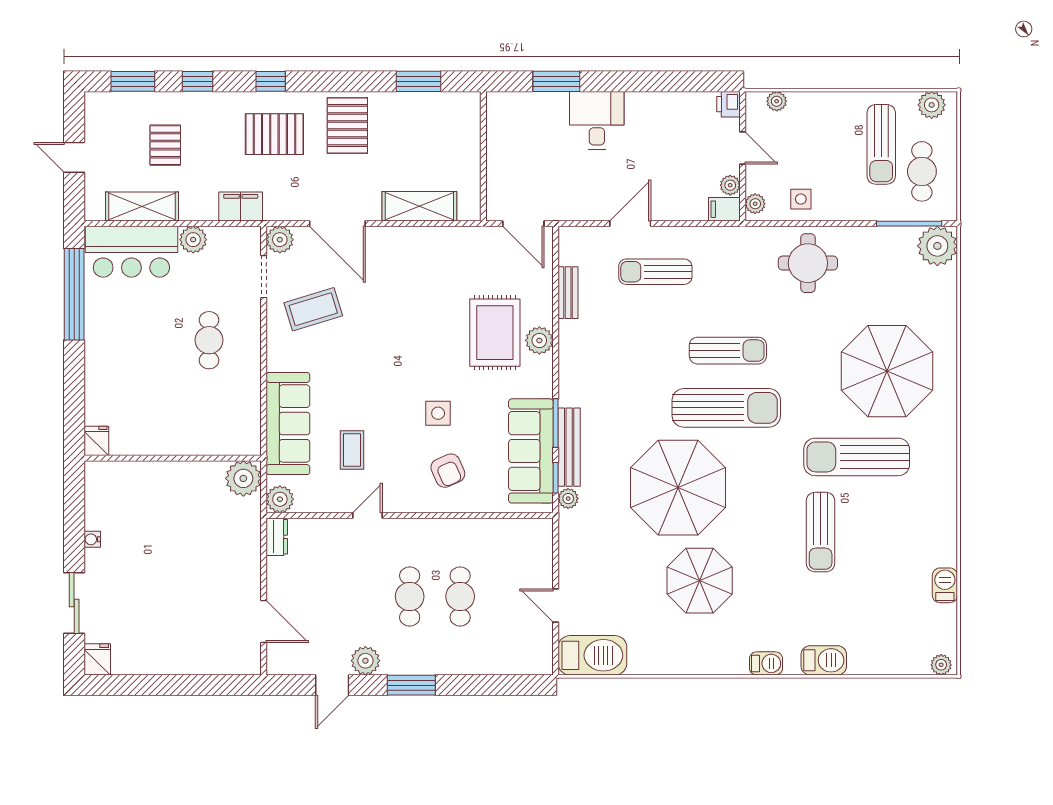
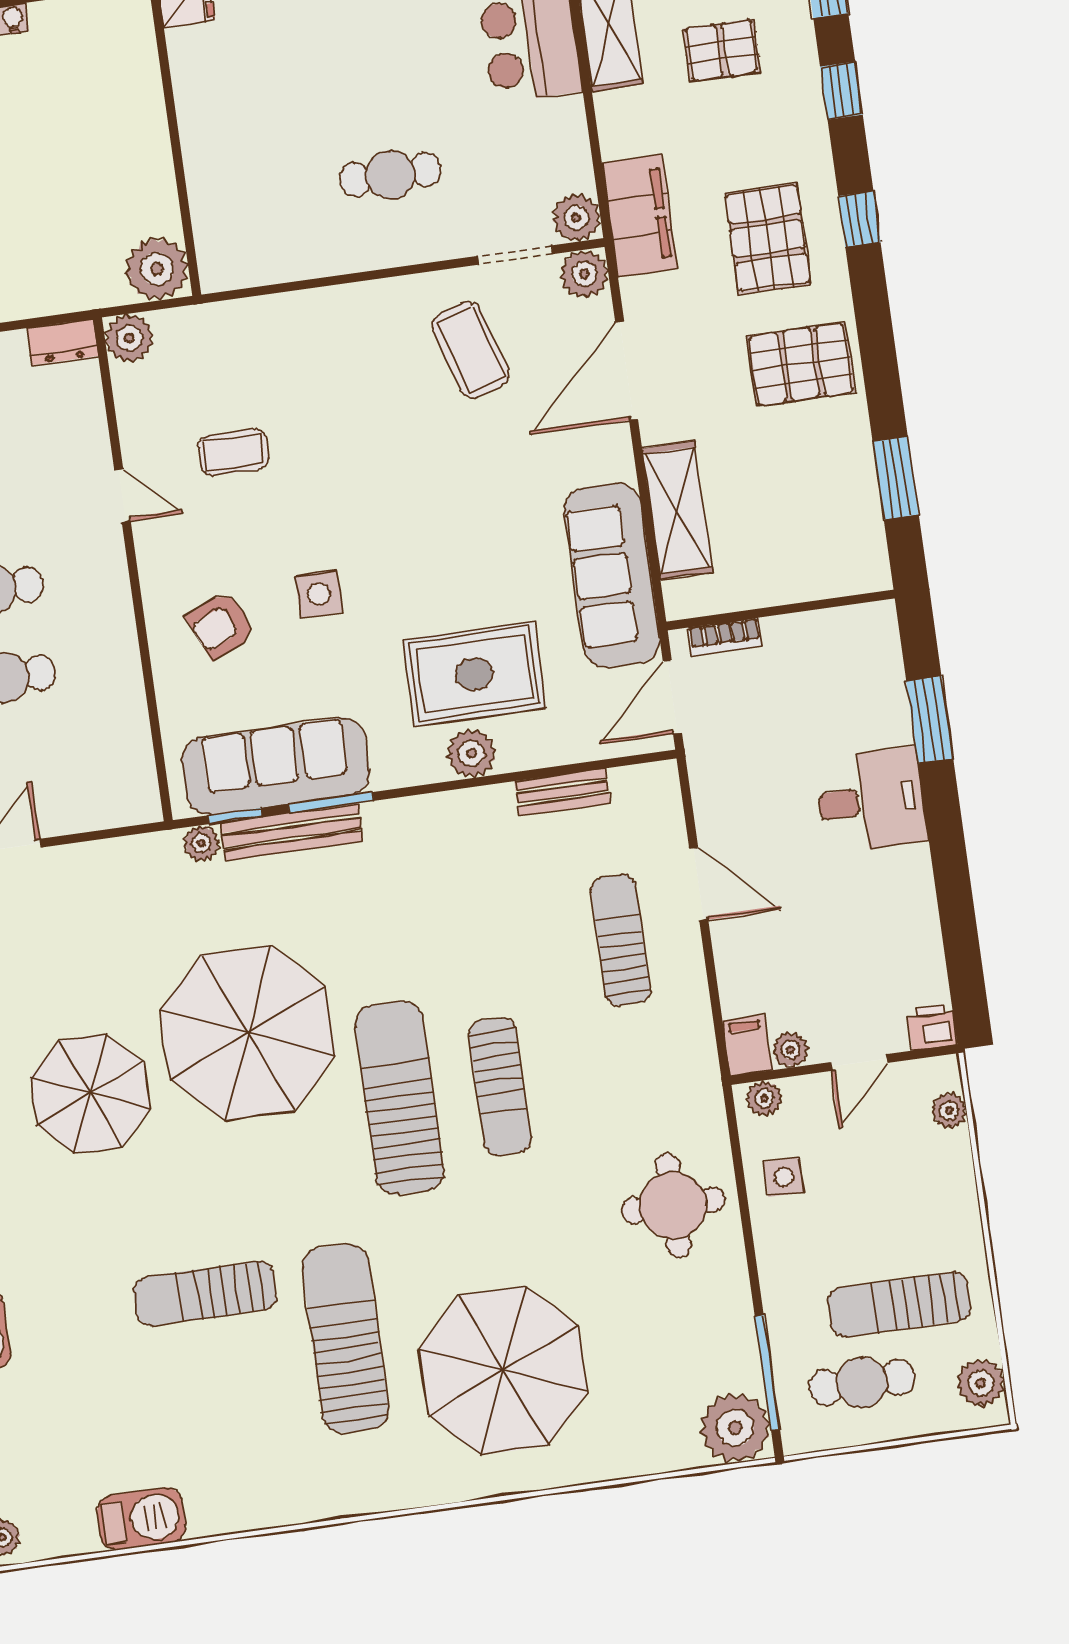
bookcase: (494, 189) -> (725, 637), added
filing cabinet: (241, 206) -> (640, 216), width x1.50, depth x1.17
plant: (193, 240) -> (576, 218), moved
sun lounger: (726, 408) -> (399, 1098), turned 180
sofa: (288, 423) -> (612, 575), moved, turned 90
barbecue: (945, 585) -> (141, 1519), width x1.38, depth x1.27

